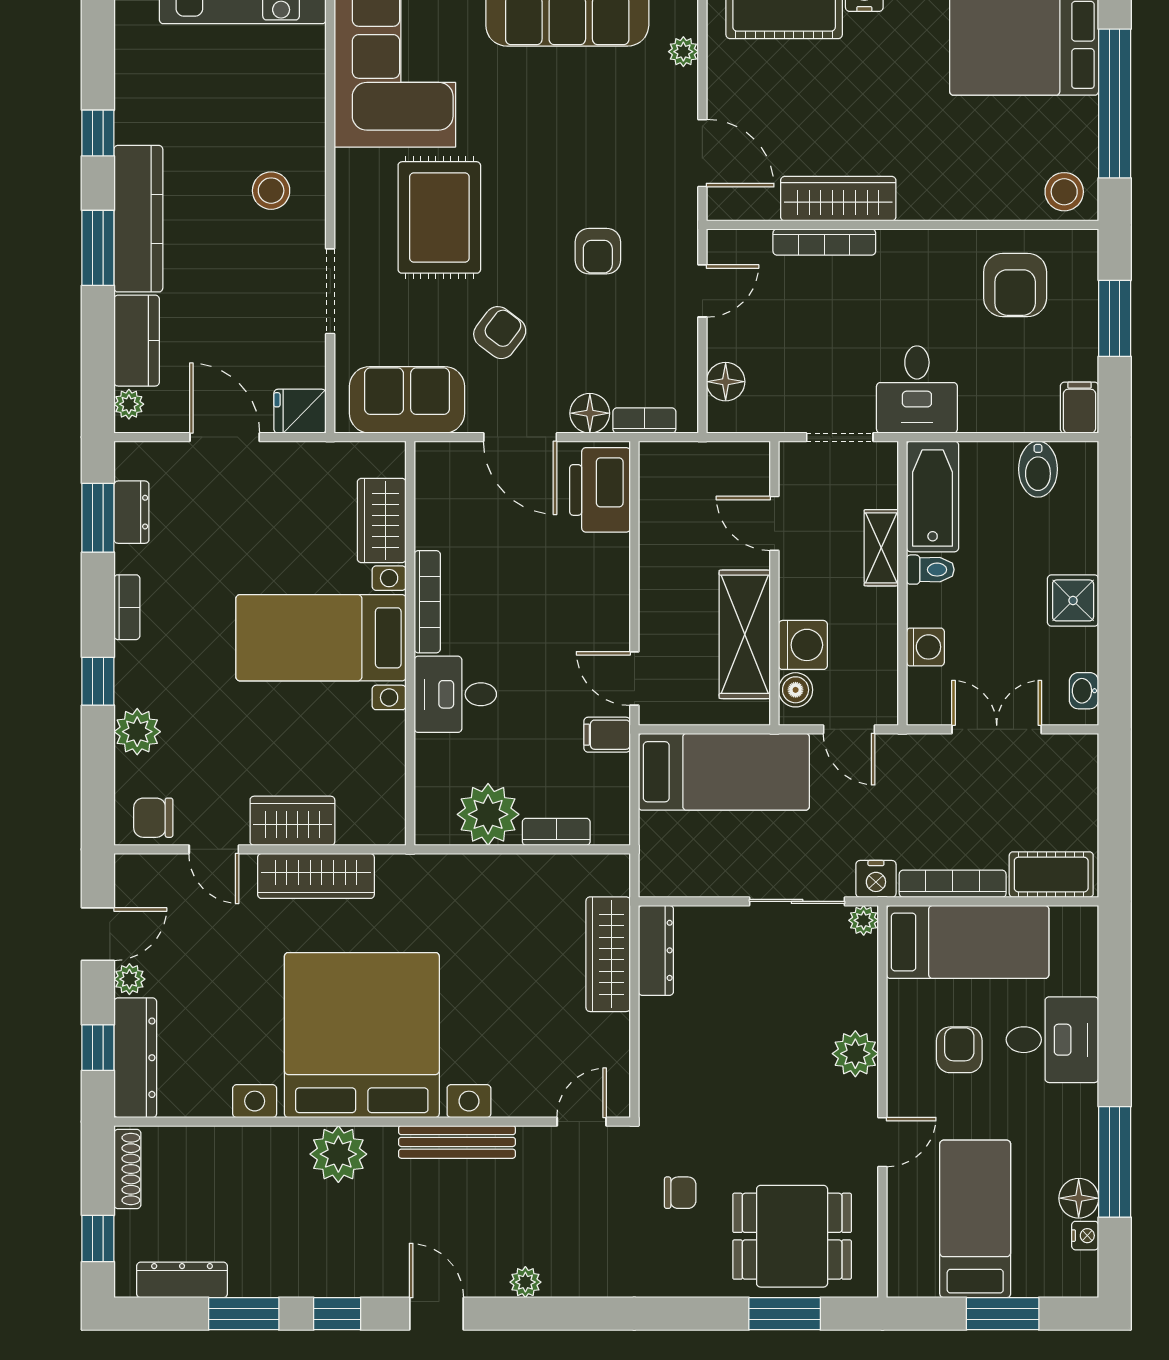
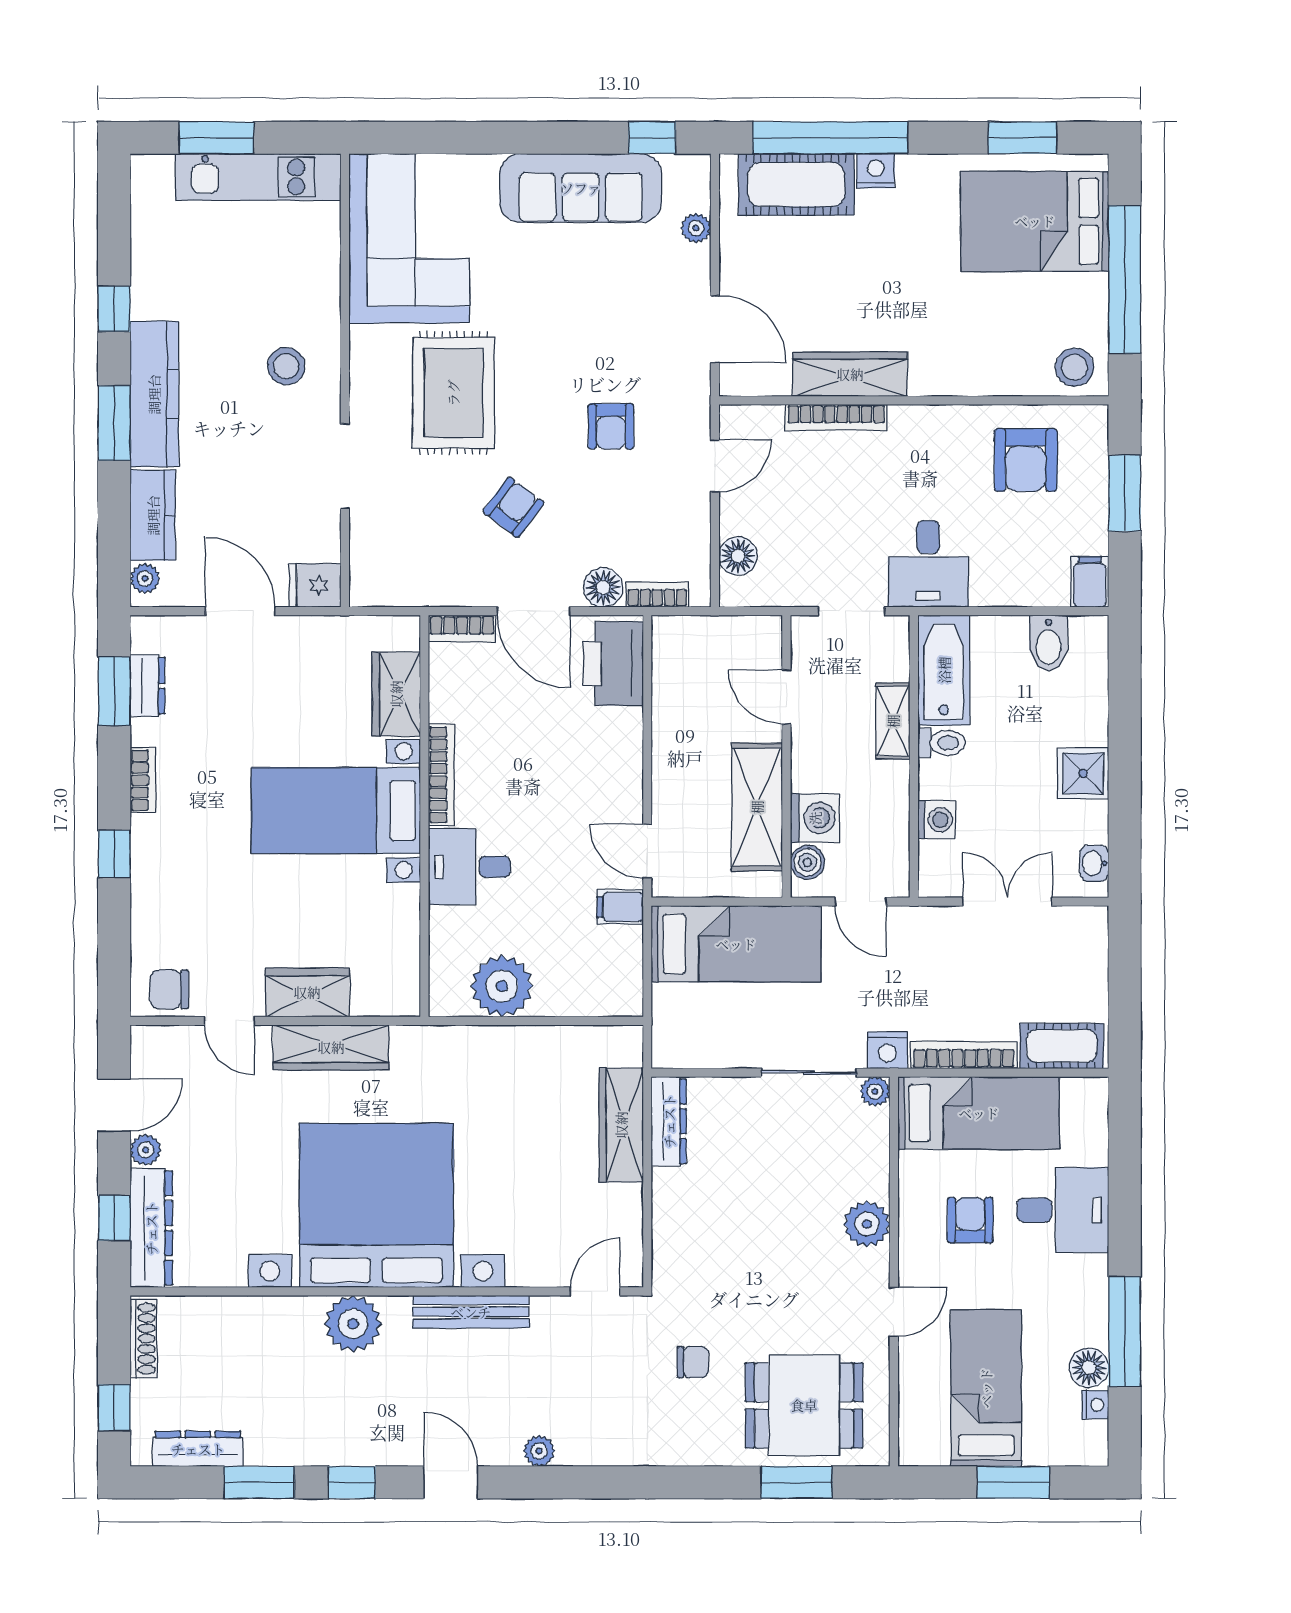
sofa: (407, 400) -> (421, 574), removed
plant: (137, 732) -> (153, 904), removed
bookcase: (556, 832) -> (462, 629), moved, turned 180

